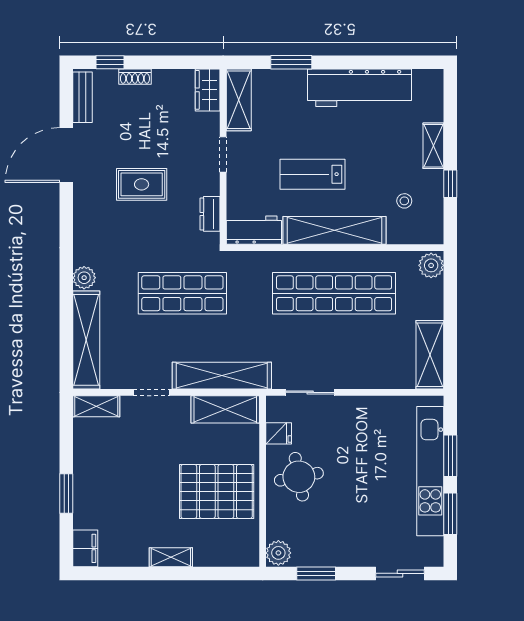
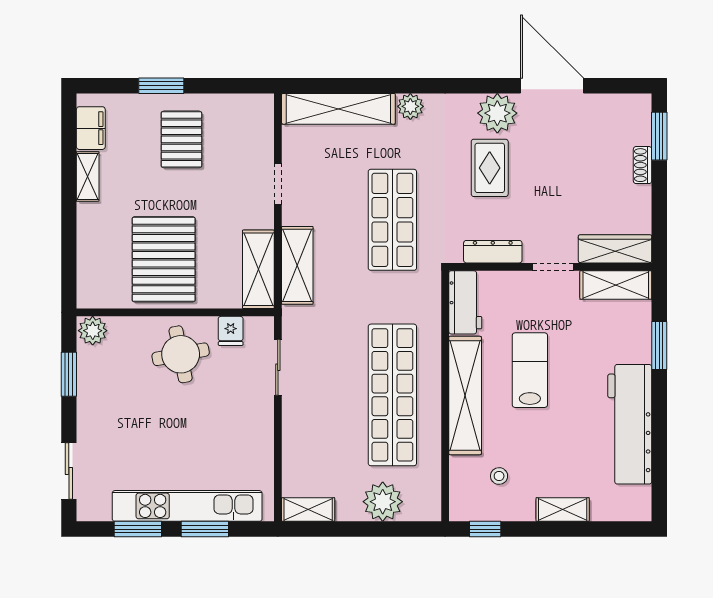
window: (110, 62) -> (659, 136), width x1.50
wardrobe: (208, 90) -> (615, 249), width x1.50
bench: (82, 97) -> (619, 104), removed
rug: (142, 184) -> (490, 168), moved
window: (450, 184) -> (485, 529), moved
plant: (90, 202) -> (497, 113), added
dresser: (210, 214) -> (493, 252), width x1.44
plant: (431, 265) -> (383, 502), moved, width x1.36, depth x1.36
shelving: (430, 355) -> (308, 510), width x0.67, depth x0.75
shelving: (222, 376) -> (297, 265), width x0.68
shelving: (96, 406) -> (262, 120), removed
pallet: (113, 476) -> (181, 139), added
filing cabinet: (85, 548) -> (91, 128), moved, turned -90
shelving: (171, 557) -> (88, 176), moved

